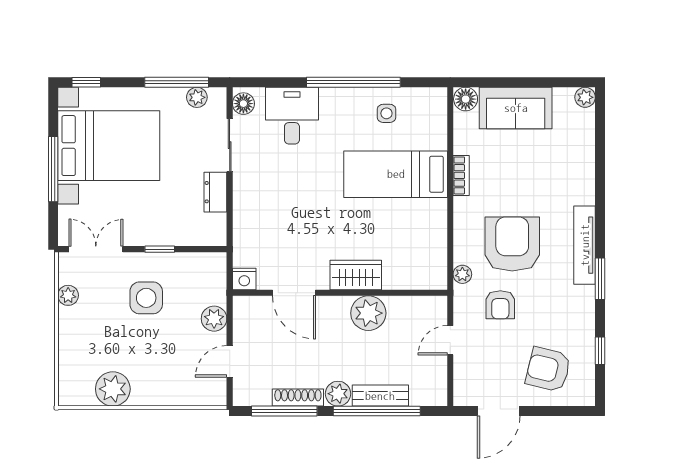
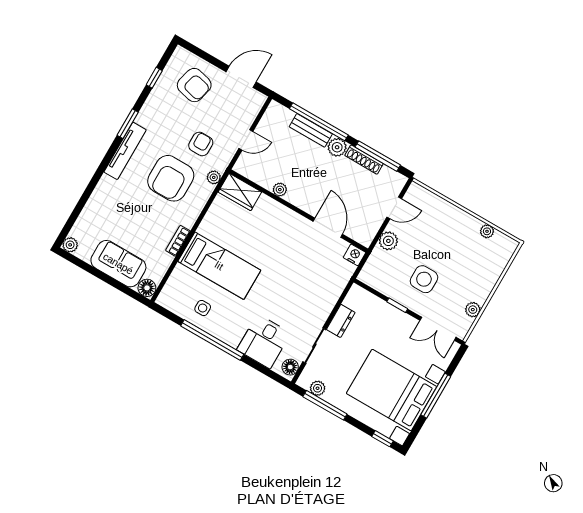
wardrobe: (356, 275) -> (240, 192), moved
plant: (368, 313) -> (280, 190), width x0.53, depth x0.53
plant: (113, 389) -> (487, 231), width x0.53, depth x0.53

